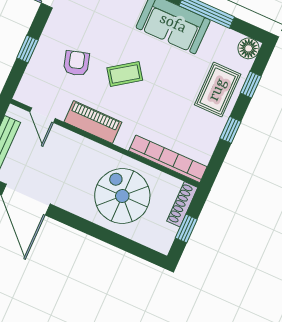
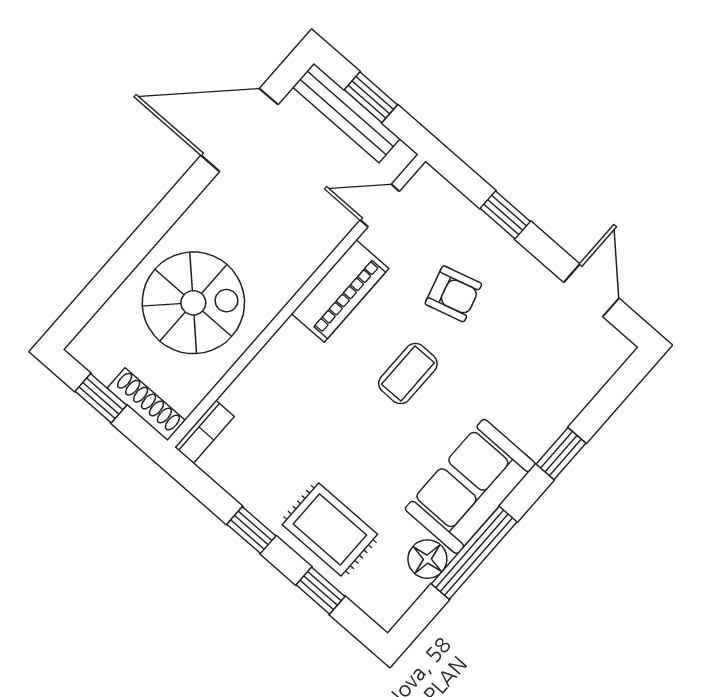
floor lamp: (249, 48) -> (427, 559), moved
coffee table: (125, 74) -> (408, 374), turned 35
bookcase: (168, 159) -> (204, 432), width x0.43, depth x0.76

